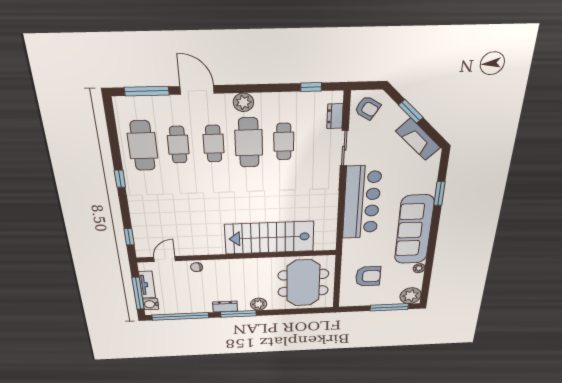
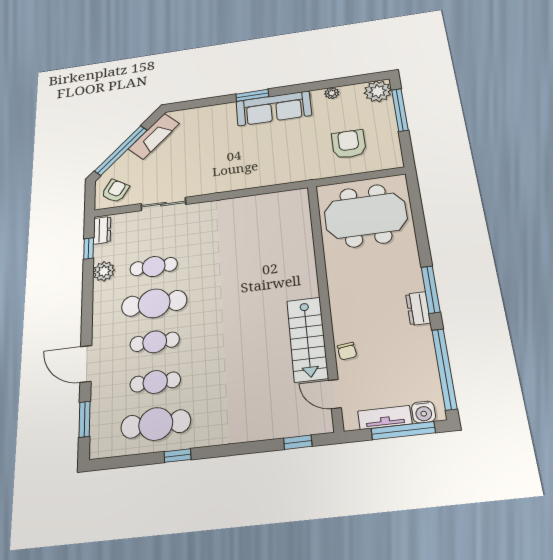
door: (197, 90) -> (86, 364), hinge flipped
window: (147, 91) -> (85, 419), width x0.69
plant: (243, 102) -> (104, 271), moved
window: (411, 111) -> (121, 150), width x2.11
dresser: (335, 116) -> (102, 230), moved, turned -90
window: (120, 179) -> (177, 456), moved
window: (439, 194) -> (252, 95), moved
bar counter: (362, 203) -> (236, 173), removed
sofa: (414, 230) -> (274, 108), width x0.74, depth x0.79
stairs: (269, 238) -> (307, 339), moved, width x0.73, depth x0.66
plant: (259, 304) -> (409, 265), removed

